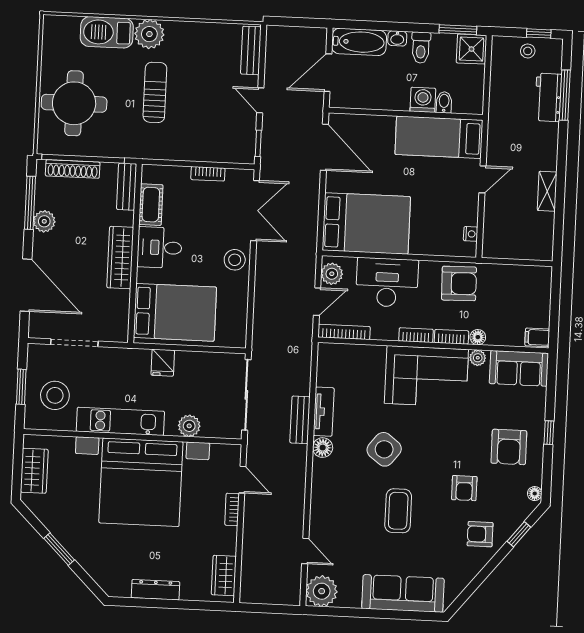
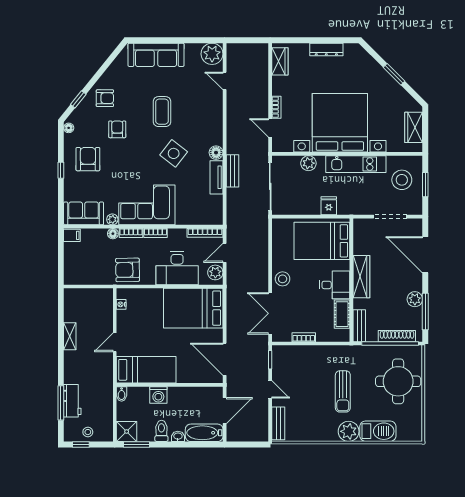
bidet: (444, 102) -> (122, 394), moved

